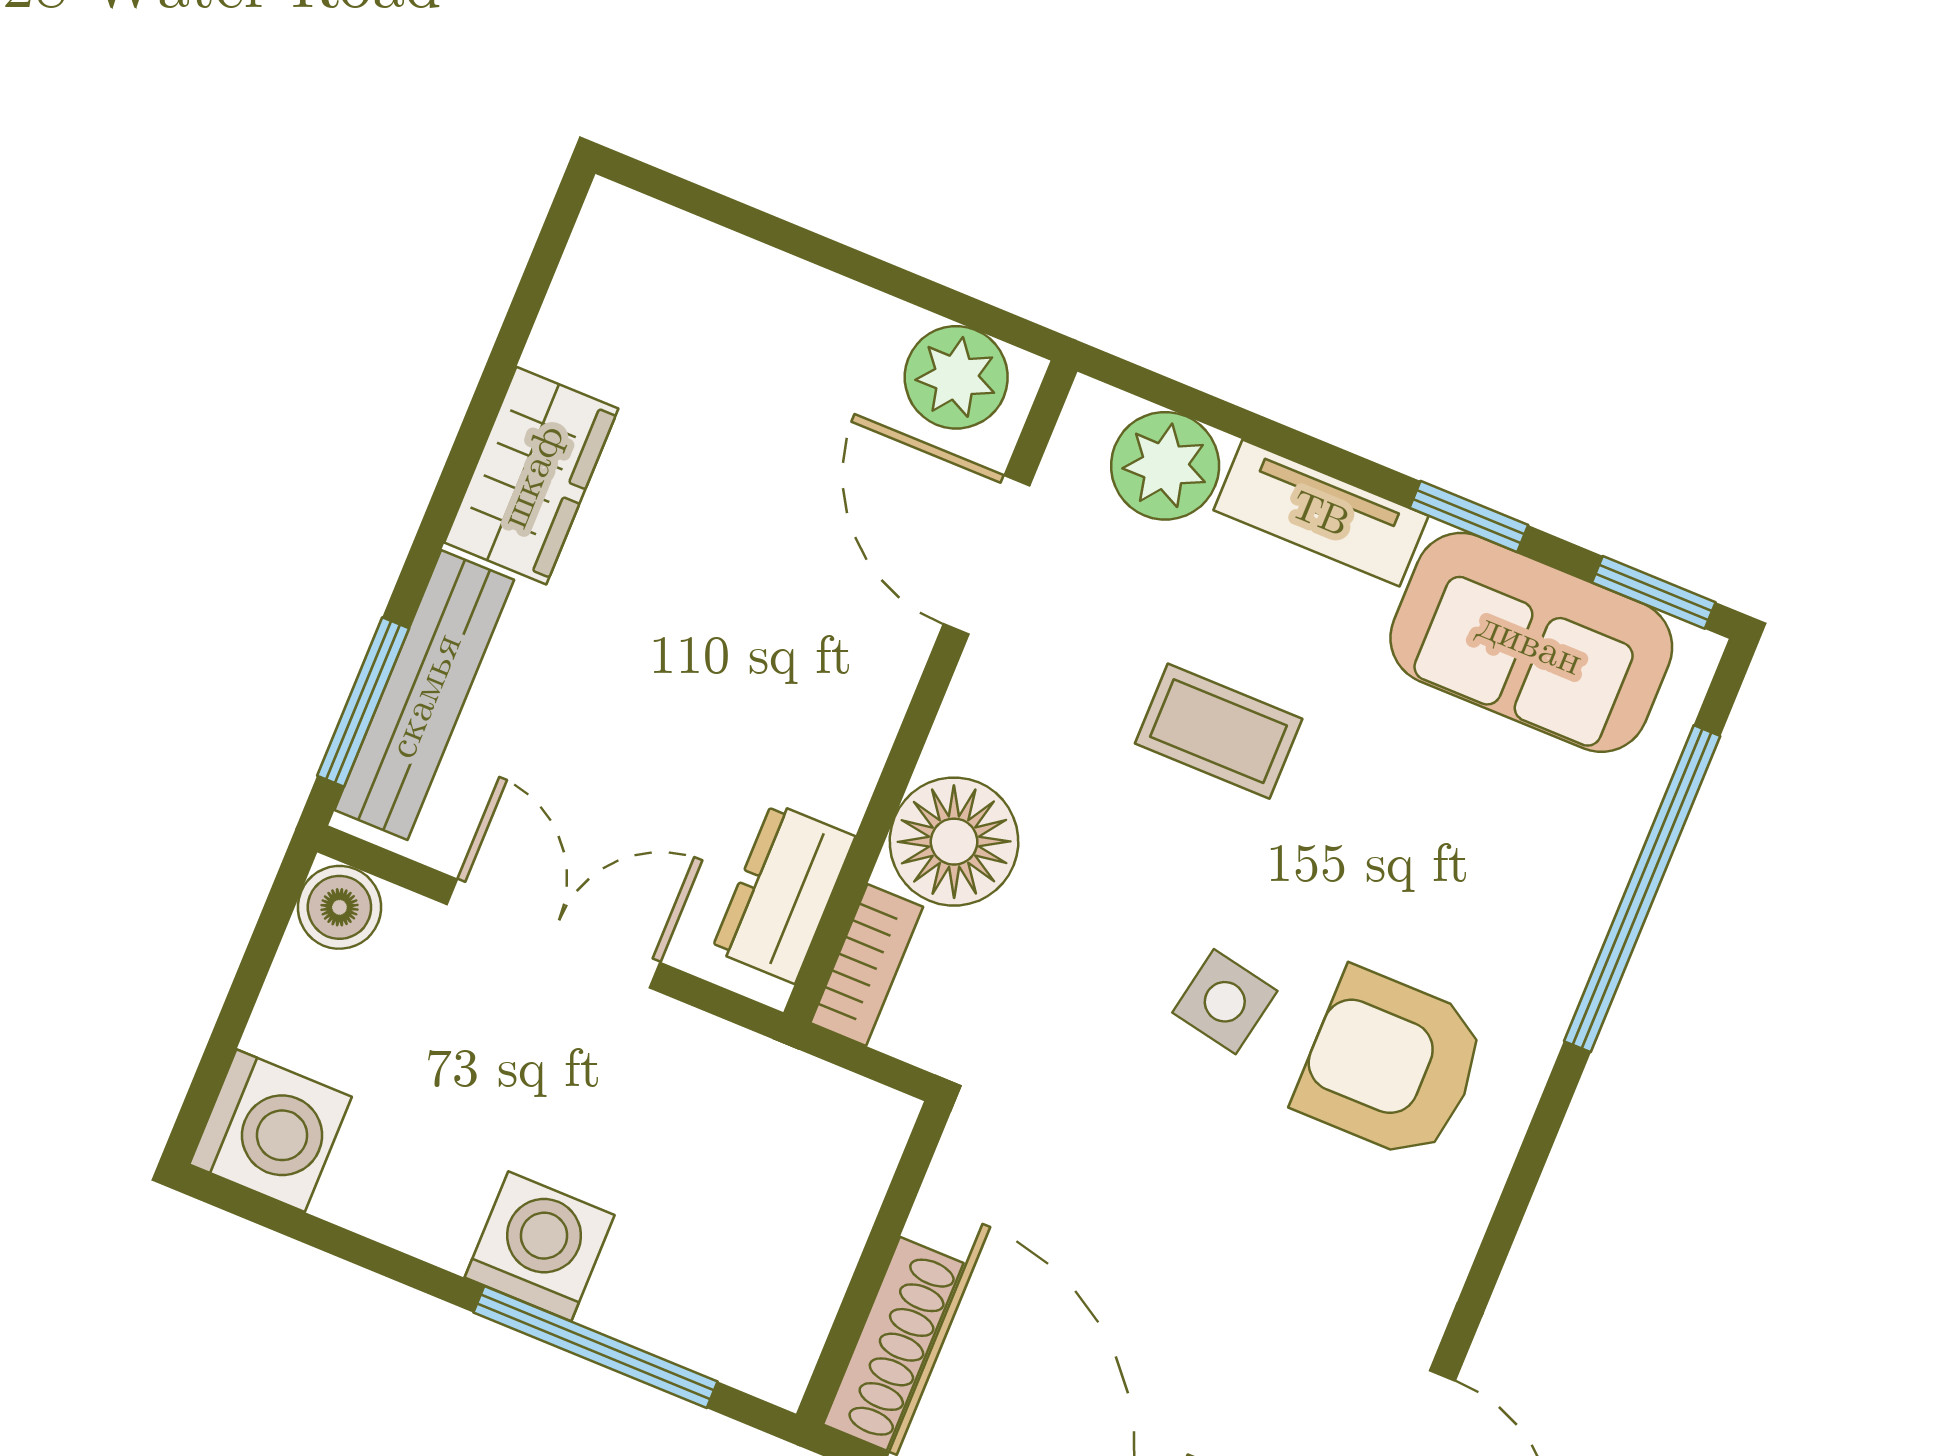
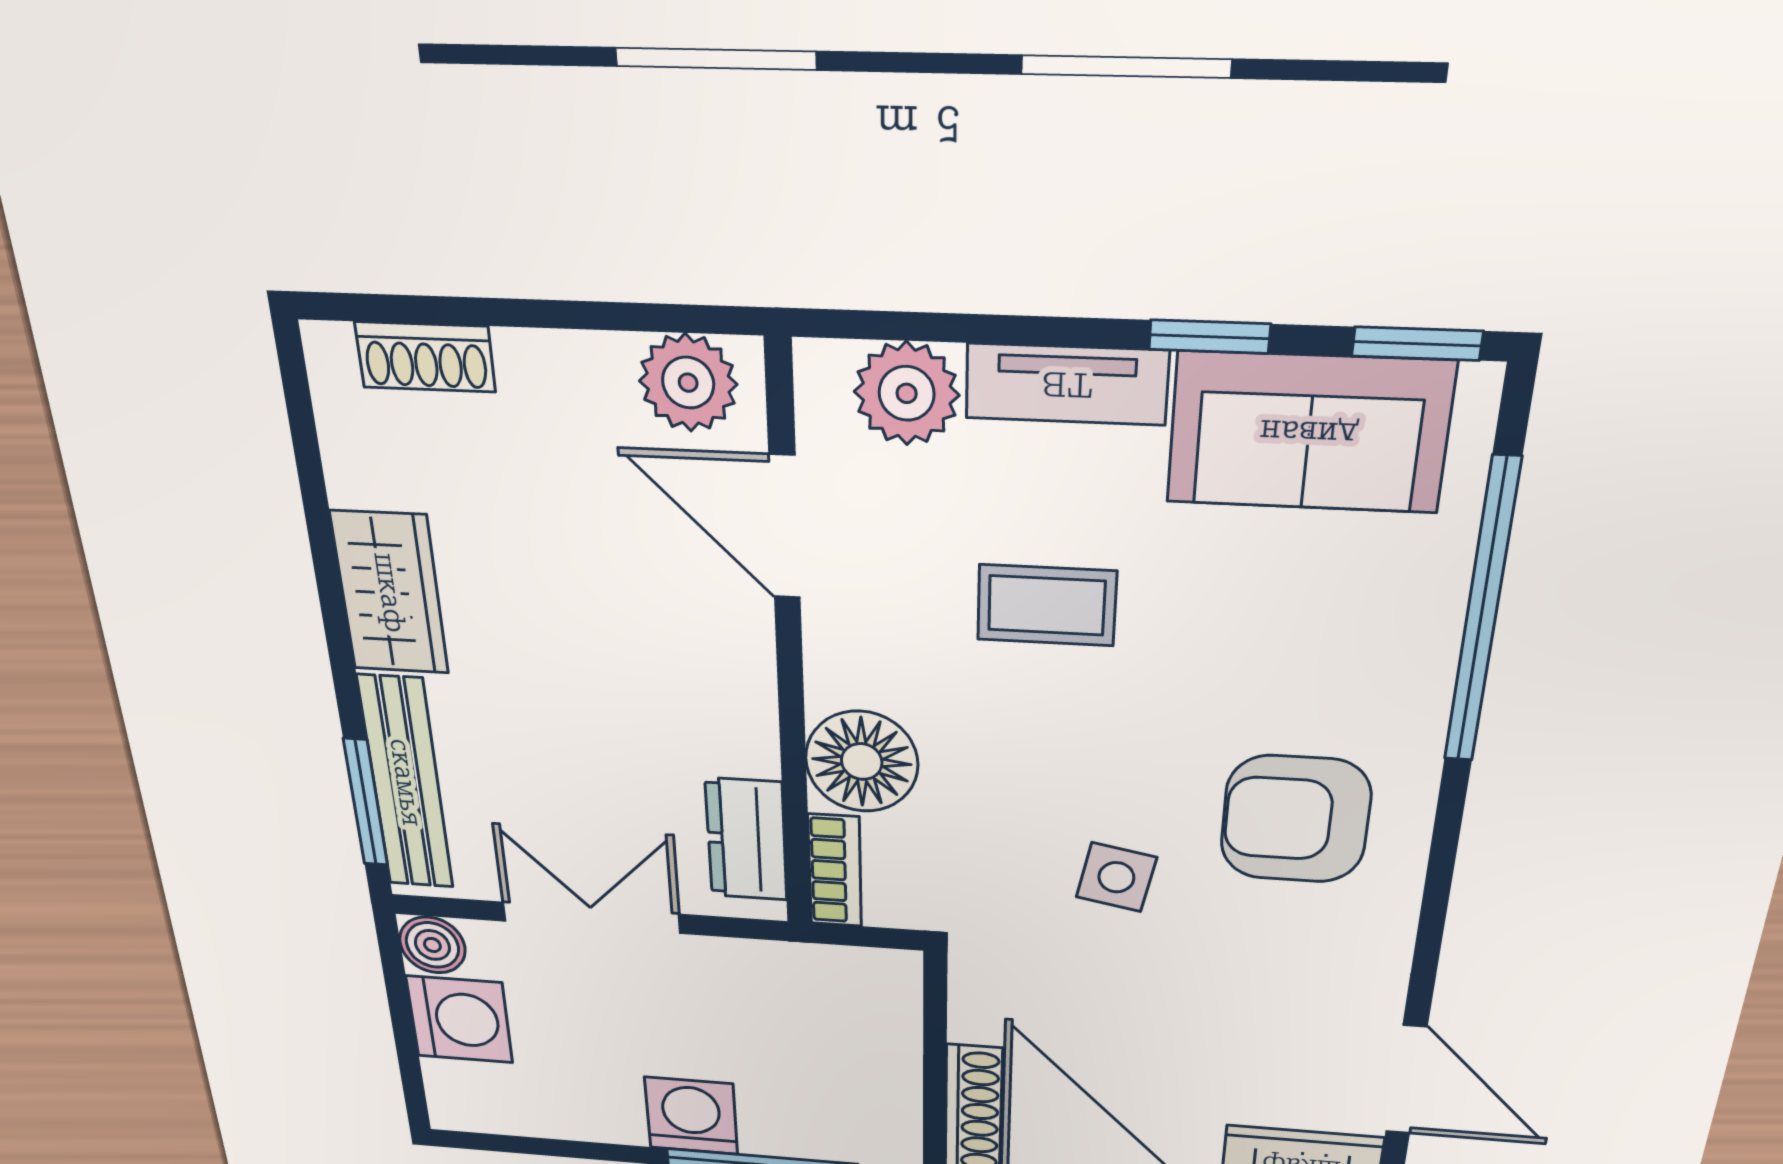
shoe rack: (705, 256) -> (425, 357), added
side table: (1225, 1002) -> (1116, 877), moved
washing machine: (270, 1131) -> (460, 1019), moved

